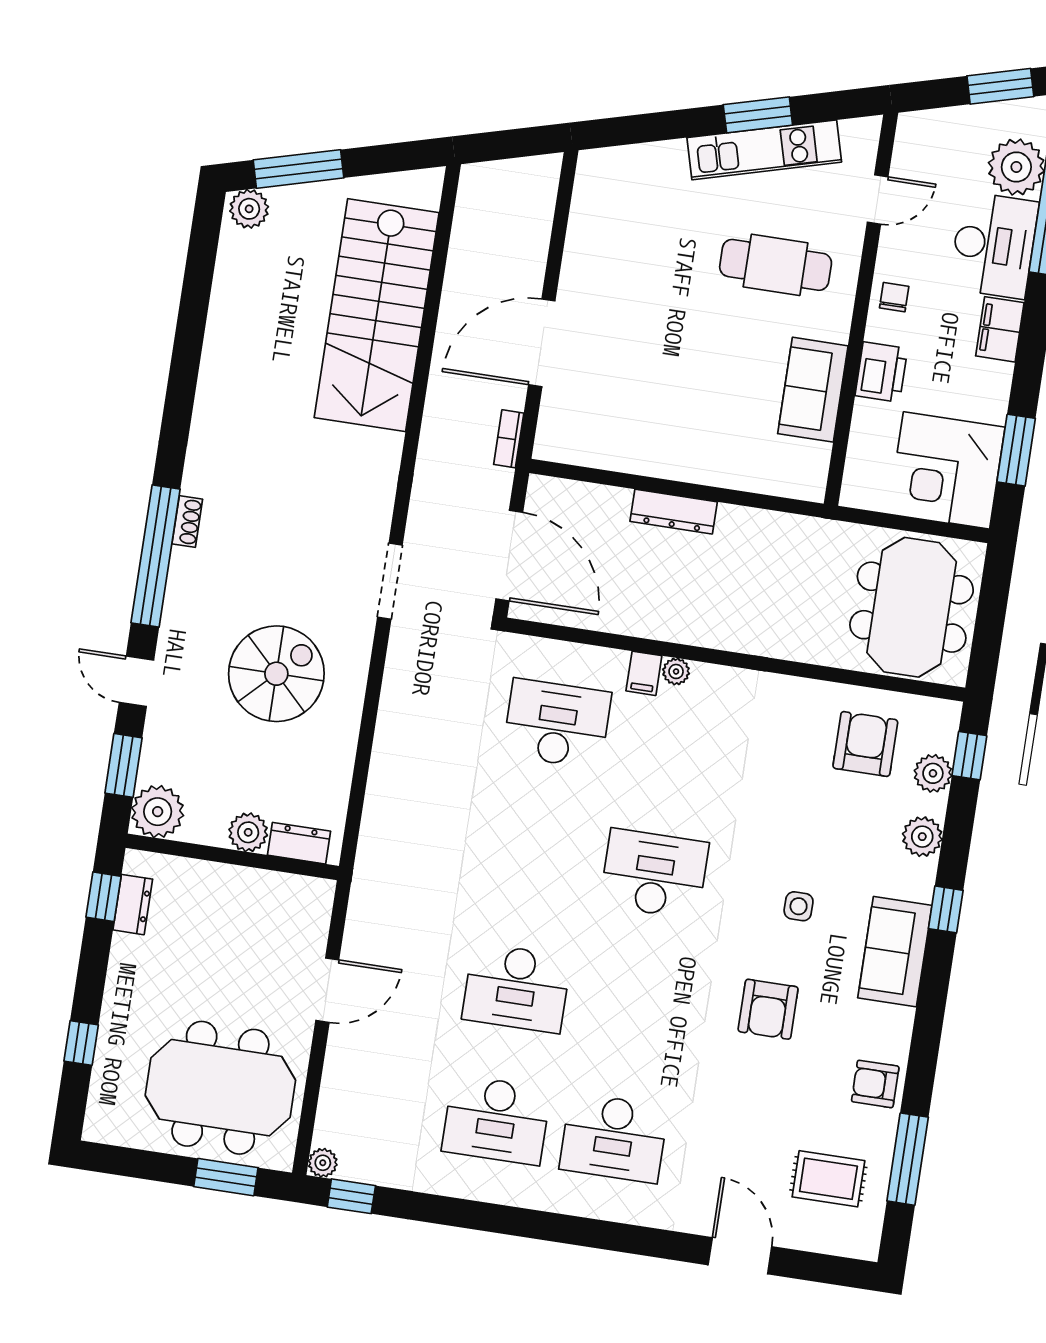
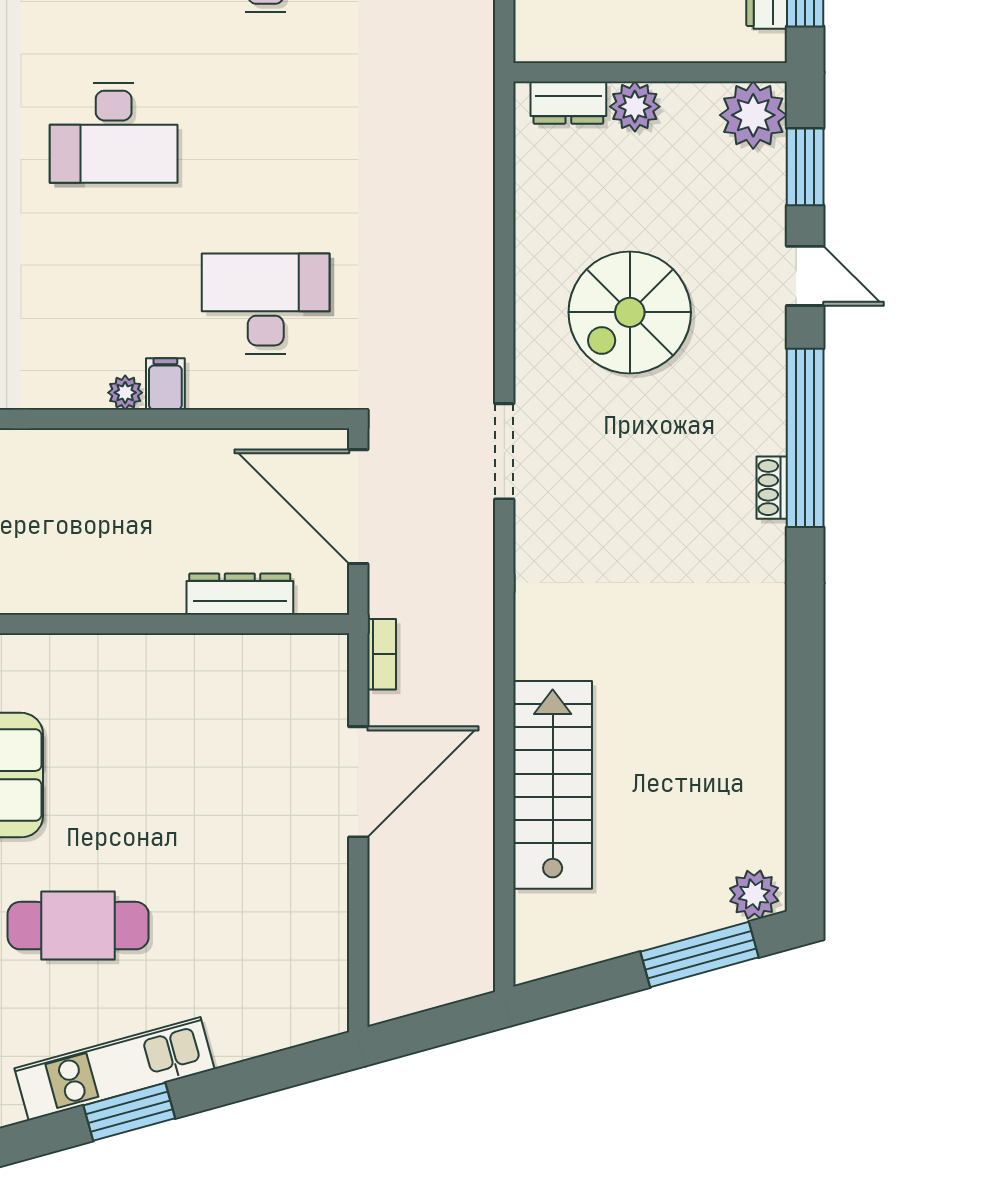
stairs: (377, 315) -> (553, 785), width x0.73, depth x0.66
dresser: (674, 512) -> (240, 594), moved
desk: (557, 724) -> (266, 303), turned 180

